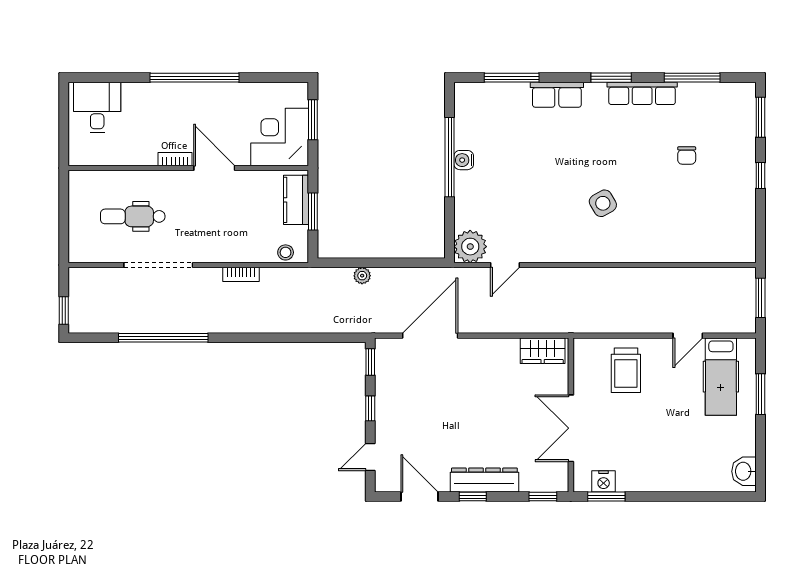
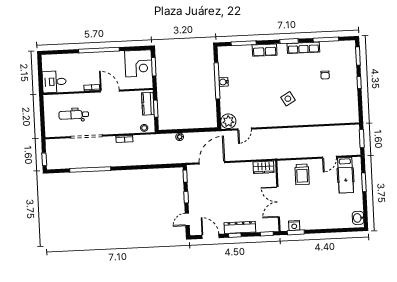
desk: (97, 107) -> (54, 82), moved, turned -90
corner desk: (280, 137) -> (138, 63), moved, turned 180

